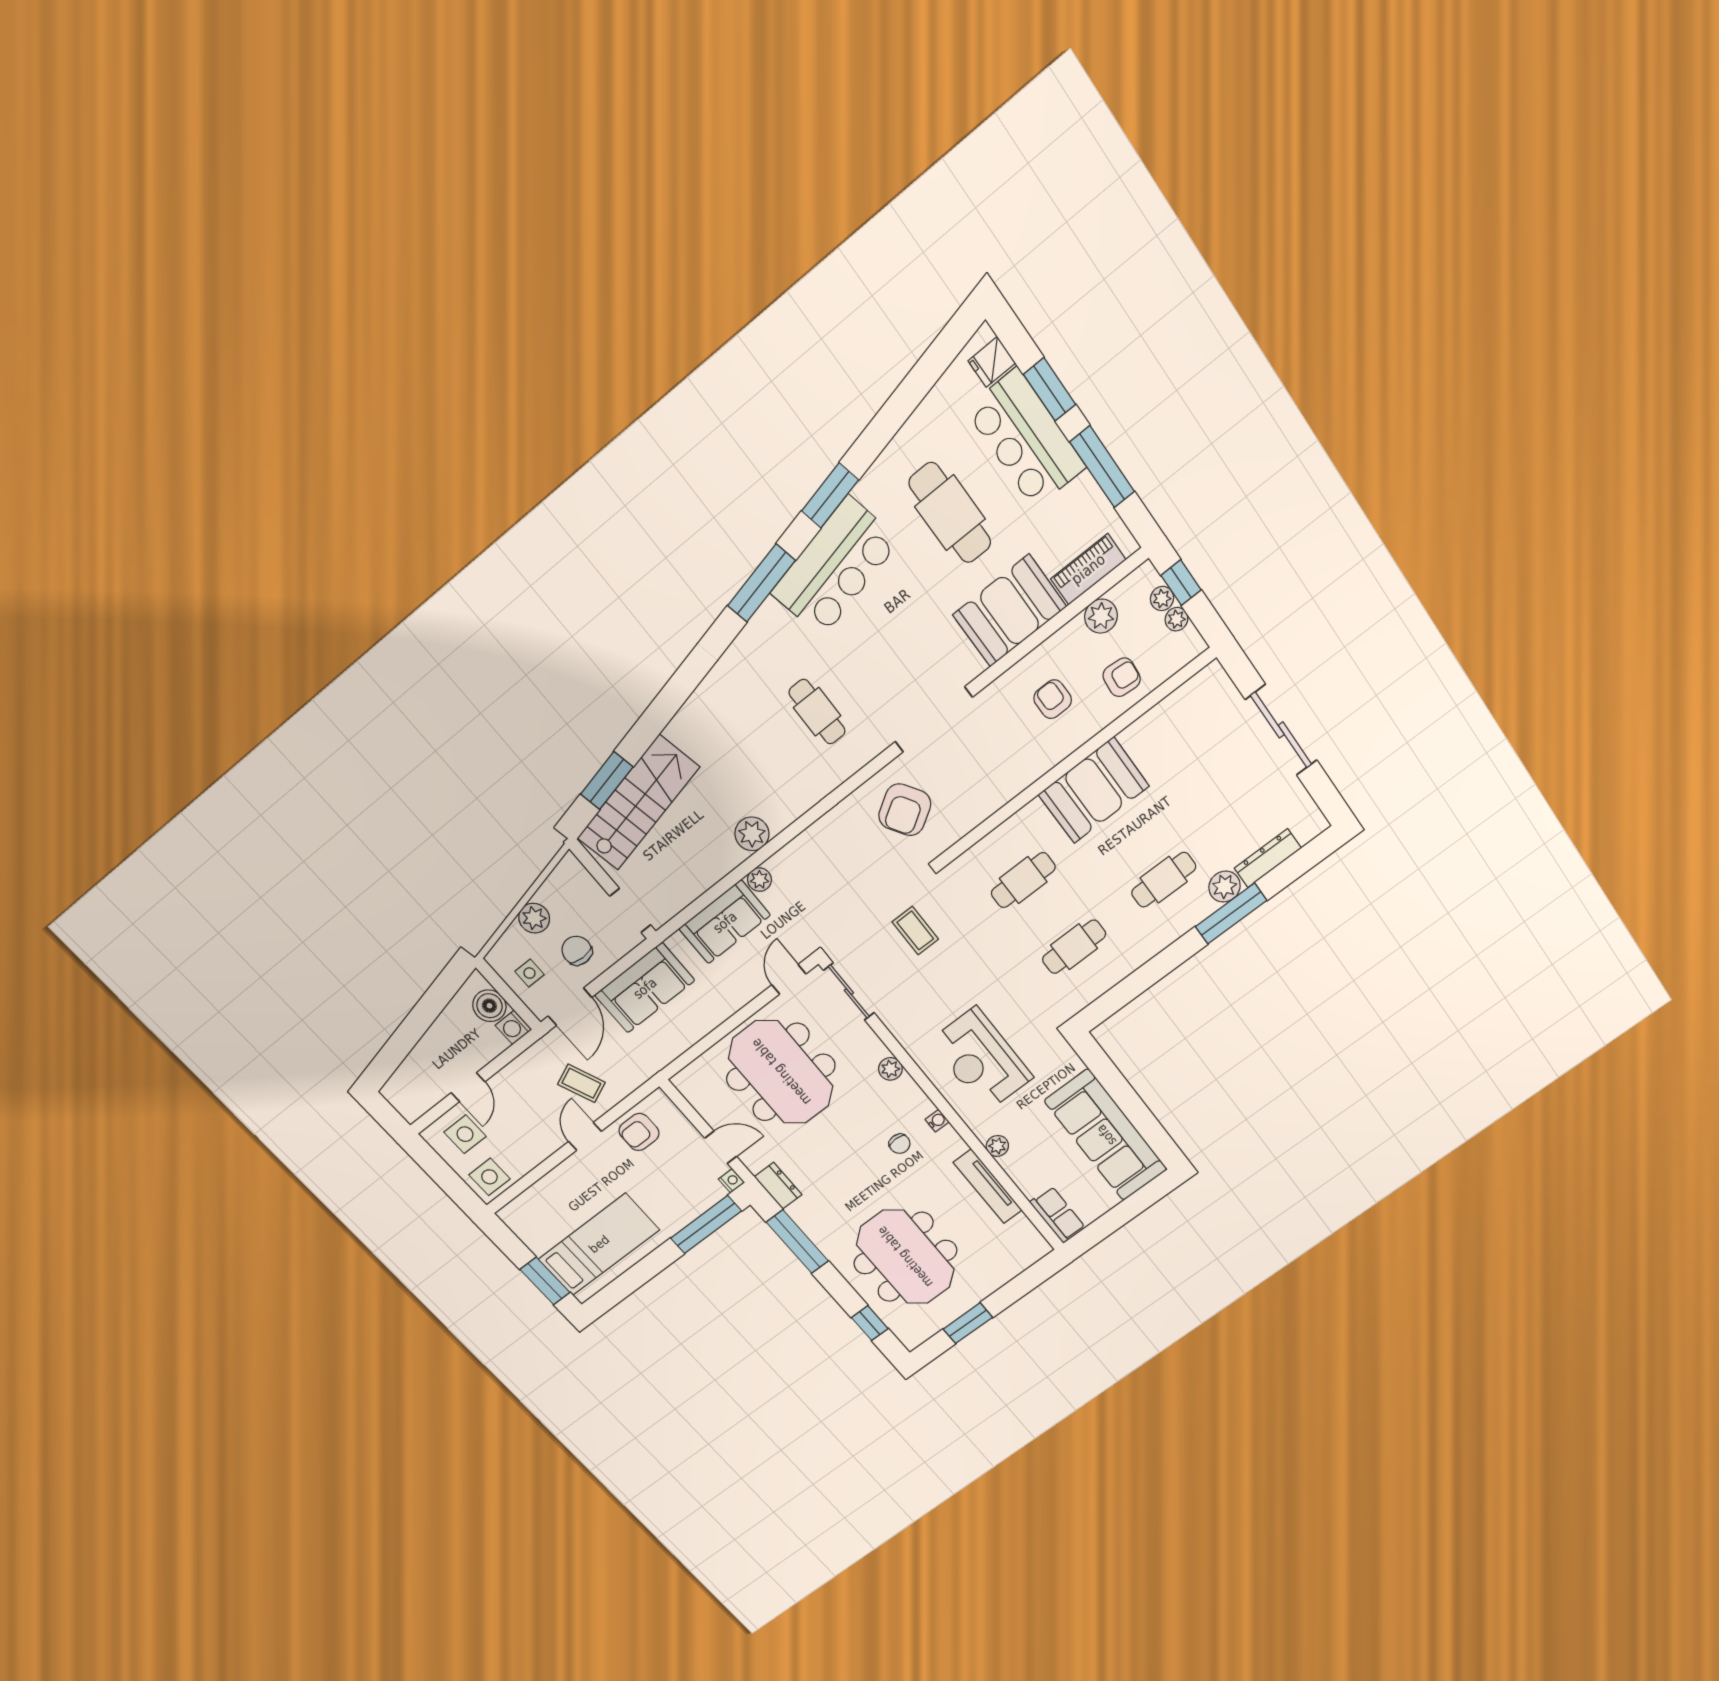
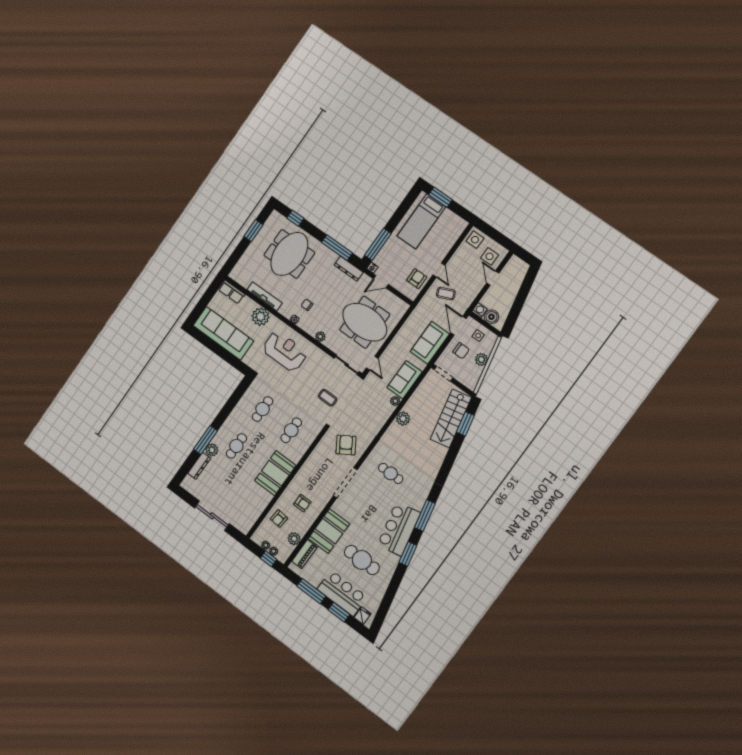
plant: (997, 1146) -> (261, 317), width x1.87, depth x1.87
dresser: (778, 1186) -> (349, 269), width x1.44
meeting table: (905, 1257) -> (289, 254), turned 90

